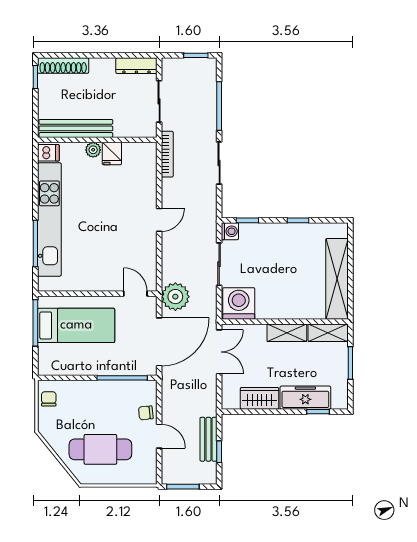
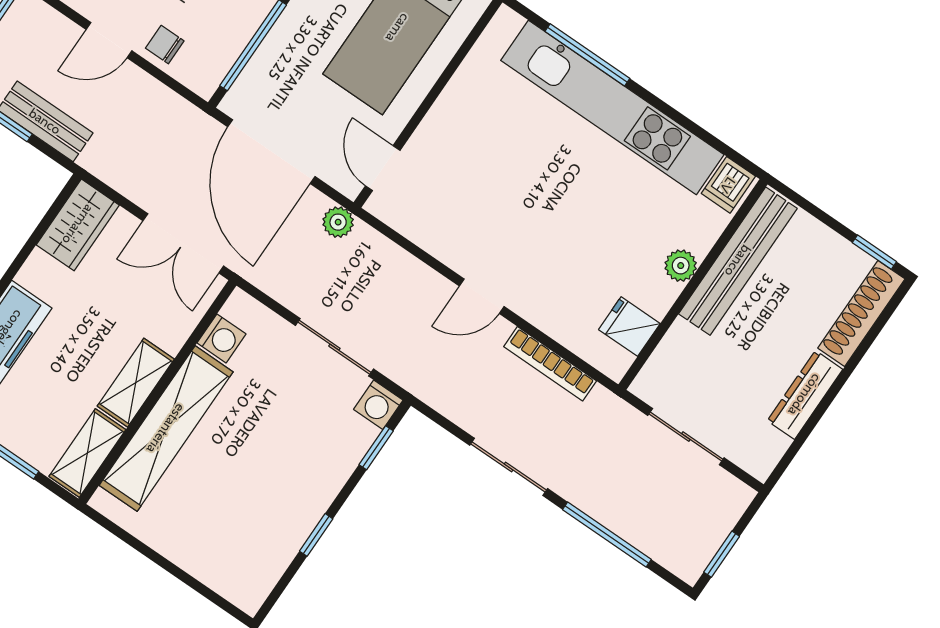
dresser: (136, 66) -> (805, 395), moved
fridge: (112, 153) -> (629, 327), moved
bookcase: (167, 154) -> (550, 364), moved
door: (159, 220) -> (482, 296), hinge flipped
shelving: (337, 279) -> (166, 429), moved, turned 90
door: (135, 294) -> (383, 168), swing flipped
plant: (175, 297) -> (338, 222), width x0.53, depth x0.53
washing machine: (239, 303) -> (221, 338), width x0.53, depth x0.53
wardrobe: (260, 398) -> (78, 225), moved
chair: (146, 413) -> (165, 45), turned -84

